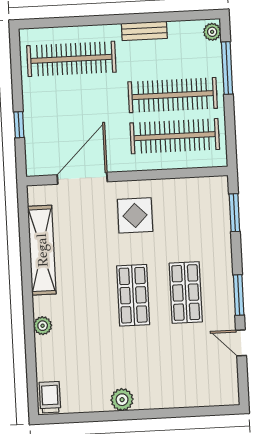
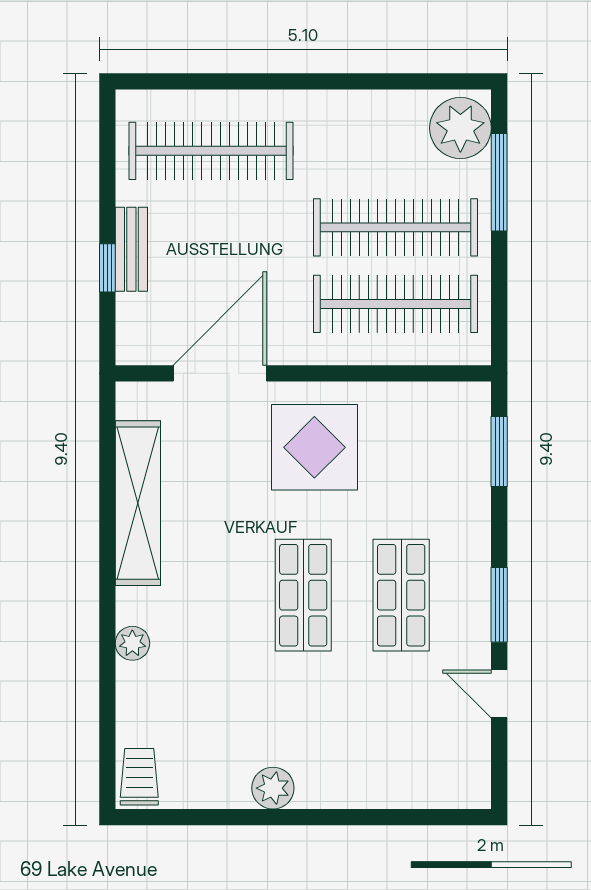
bench: (144, 31) -> (131, 249), moved, turned 90
plant: (212, 32) -> (460, 128), width x1.88, depth x1.88
display table: (135, 215) -> (314, 447), width x1.36, depth x1.36

